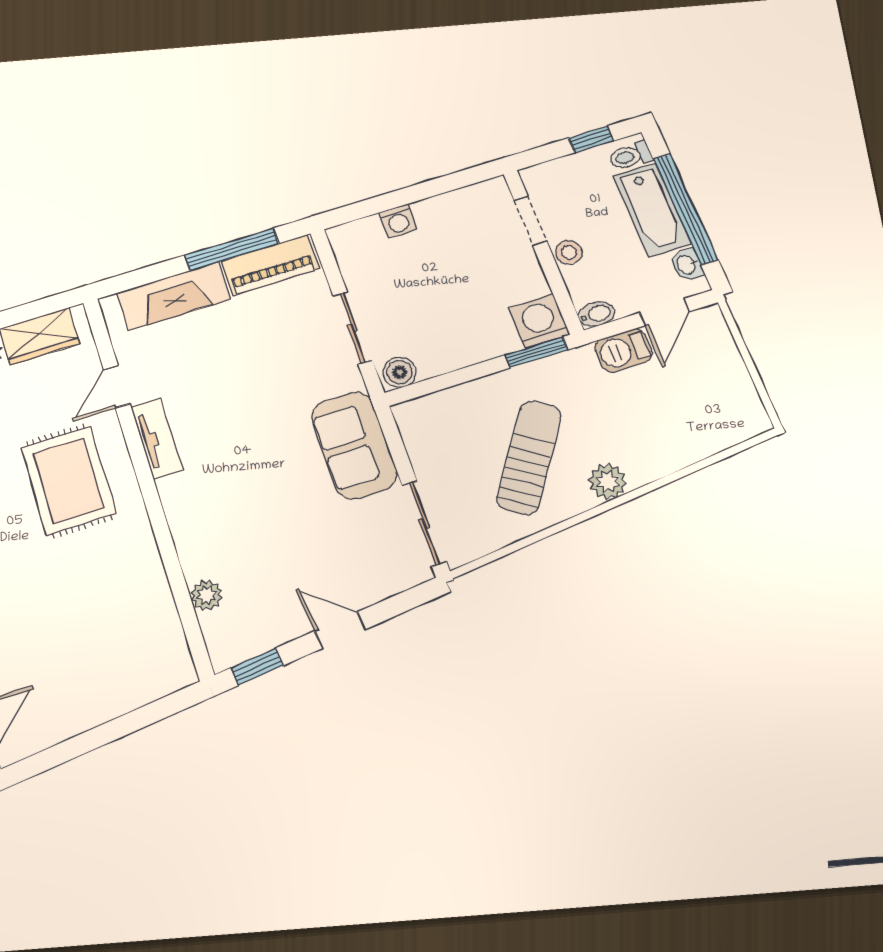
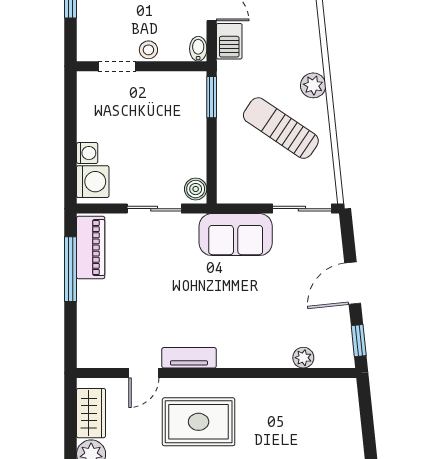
fireplace: (174, 296) -> (92, 317), removed
washing machine: (539, 321) -> (93, 182), moved, turned 180
door: (117, 386) -> (144, 373), hinge flipped
door: (340, 630) -> (353, 283), width x1.38

